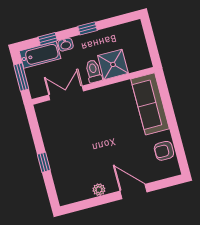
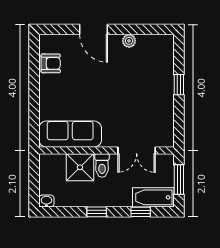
washbasin: (66, 45) -> (46, 201), moved
sofa: (150, 104) -> (70, 134), moved, turned -90

